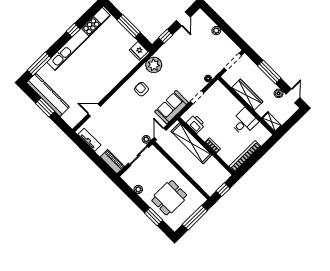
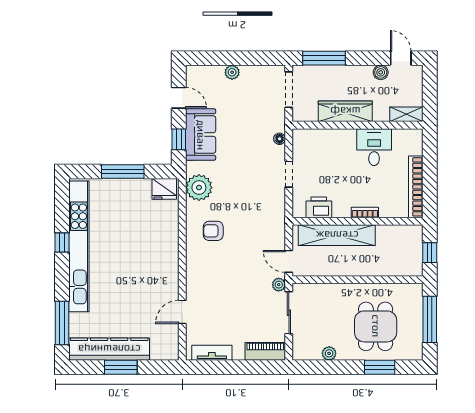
window: (269, 72) -> (324, 58), moved
sofa: (172, 107) -> (201, 135), moved, turned 180

